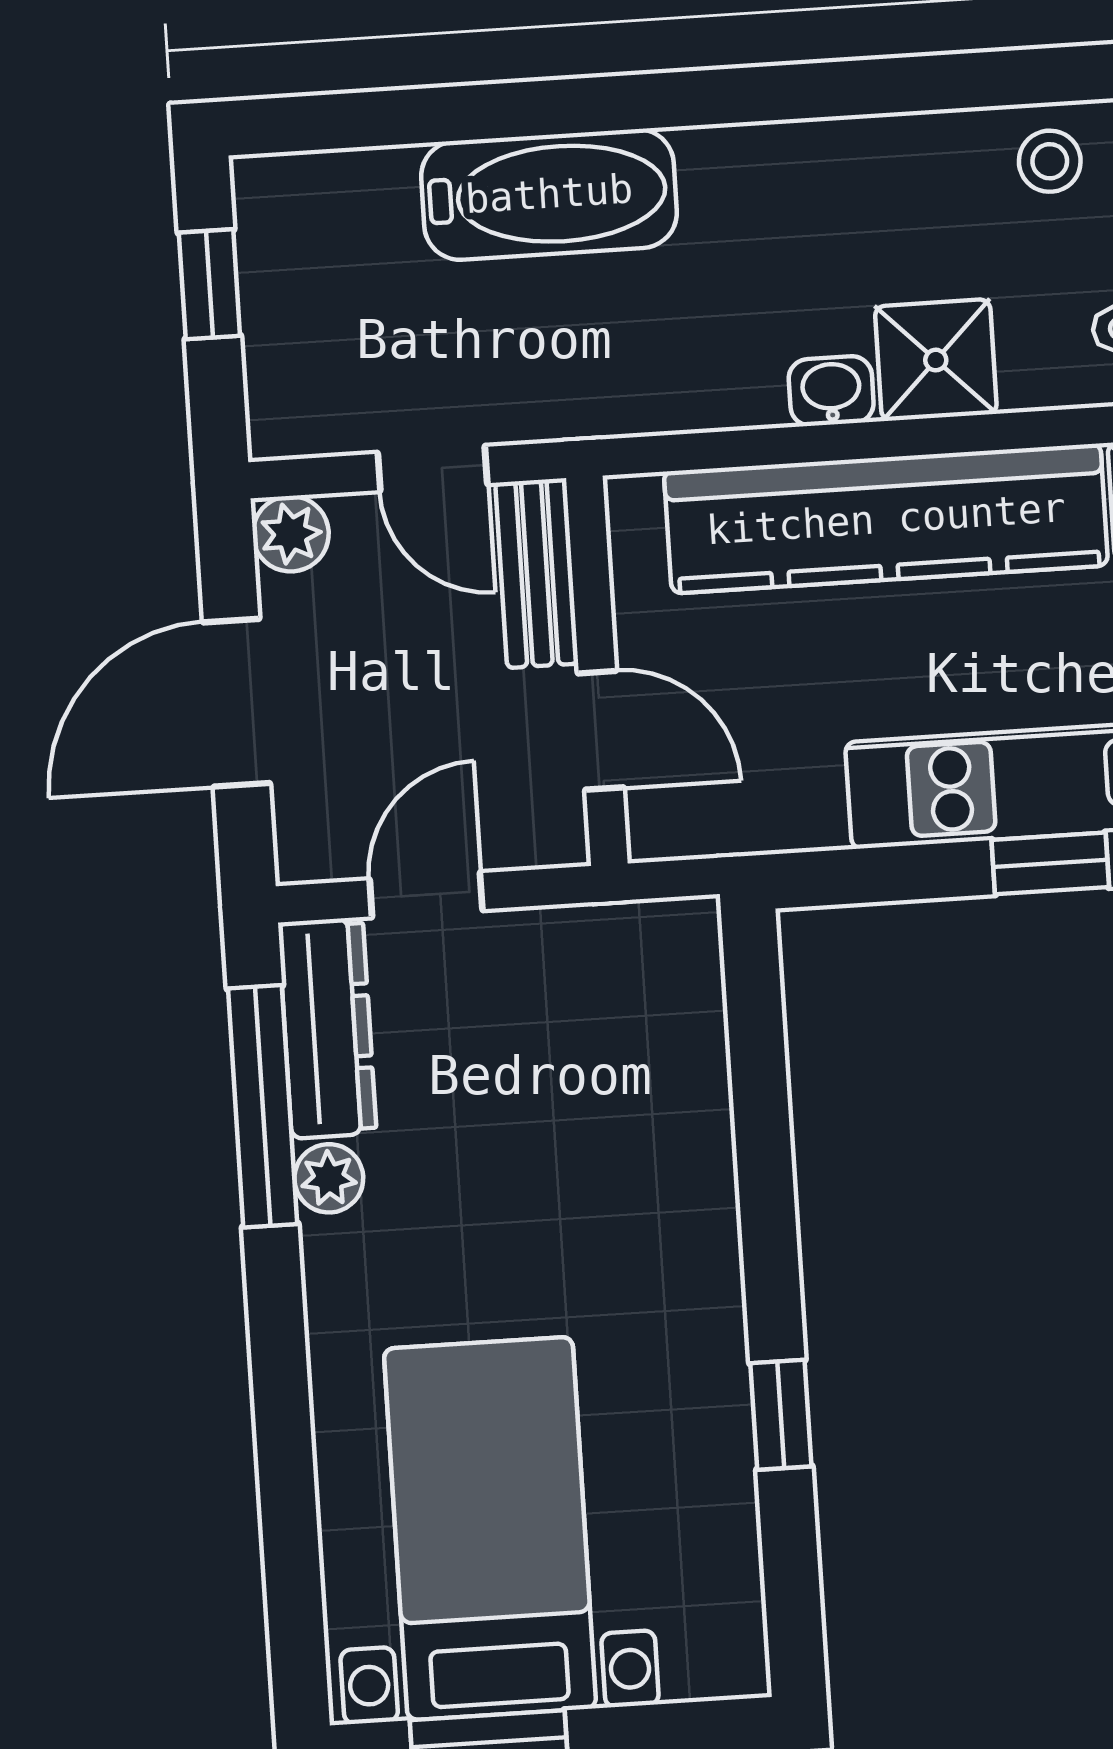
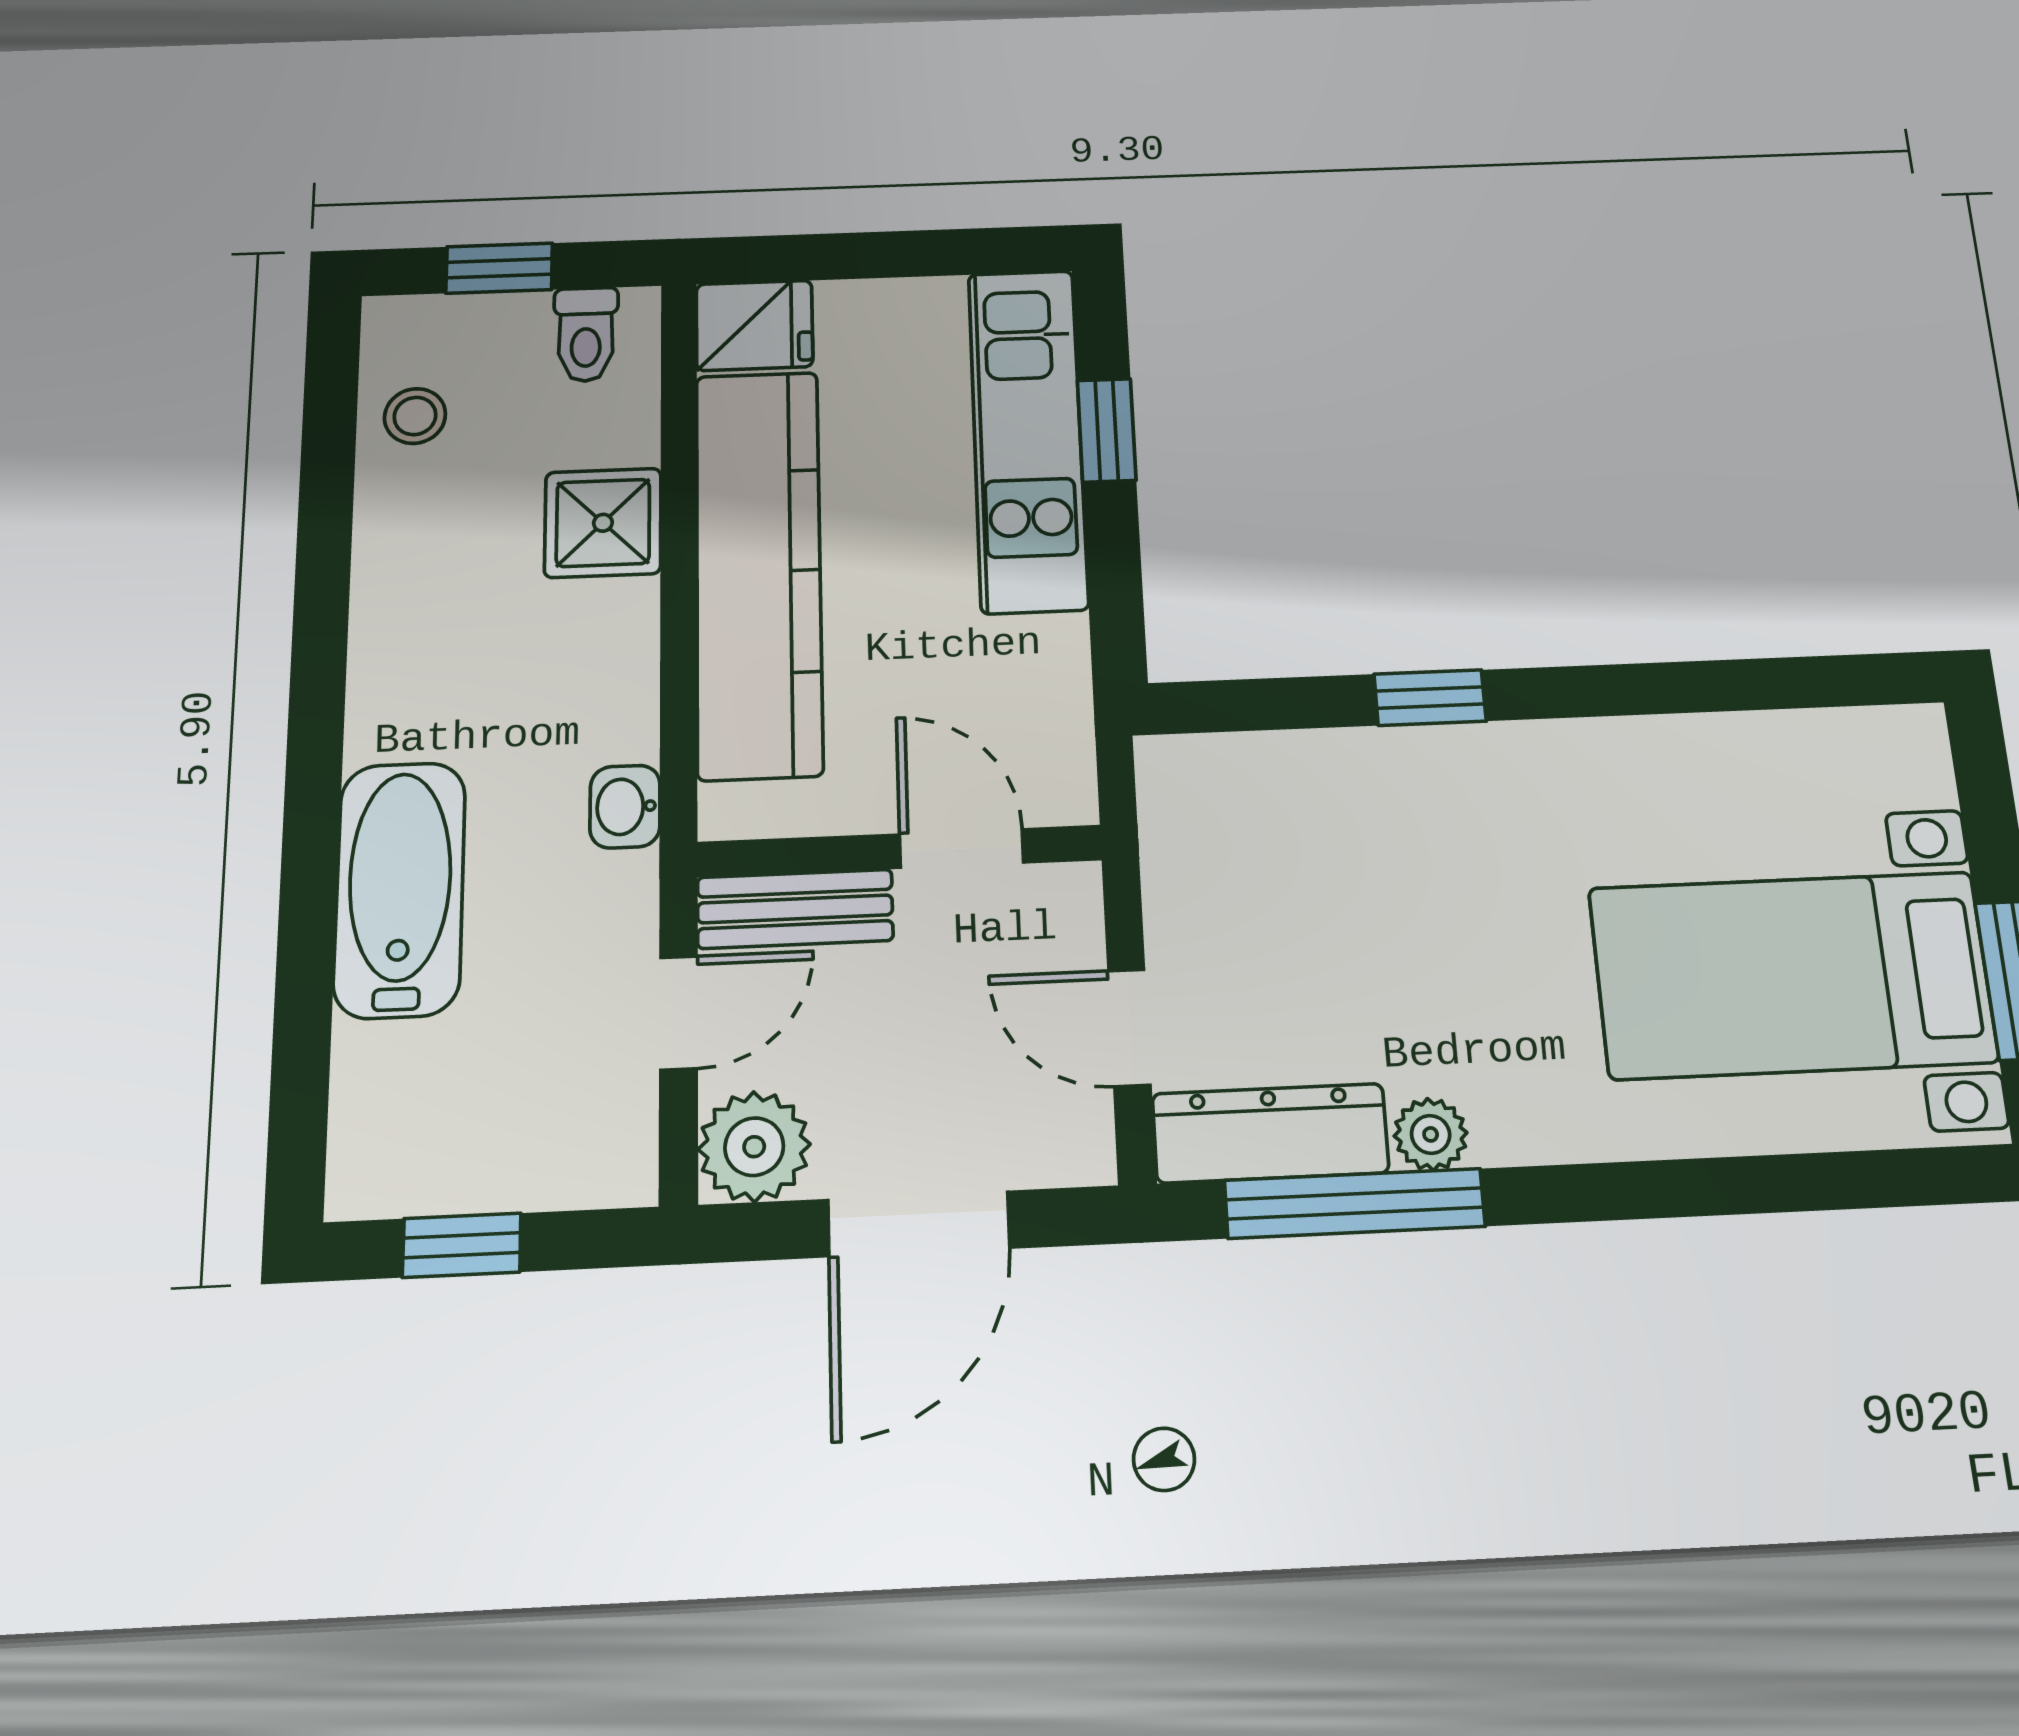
washbasin: (831, 391) -> (625, 807), moved
plant: (291, 534) -> (754, 1147), width x1.38, depth x1.38
door: (236, 703) -> (919, 1224), hinge flipped
door: (601, 730) -> (961, 848), hinge flipped
window: (781, 1415) -> (1430, 698), moved

